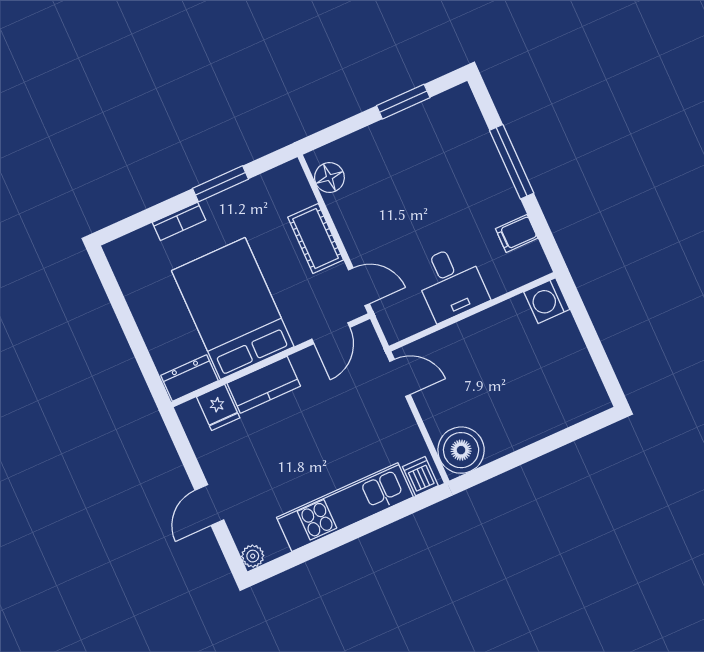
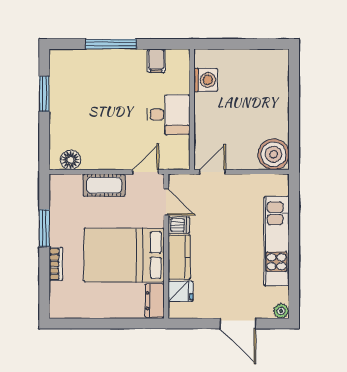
washing machine: (547, 301) -> (206, 80), moved, turned -90
dishwasher: (420, 476) -> (179, 225), moved, turned 180
door: (209, 505) -> (238, 323), width x1.38

